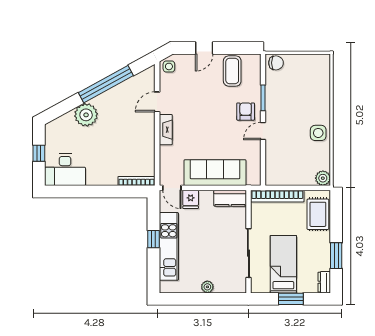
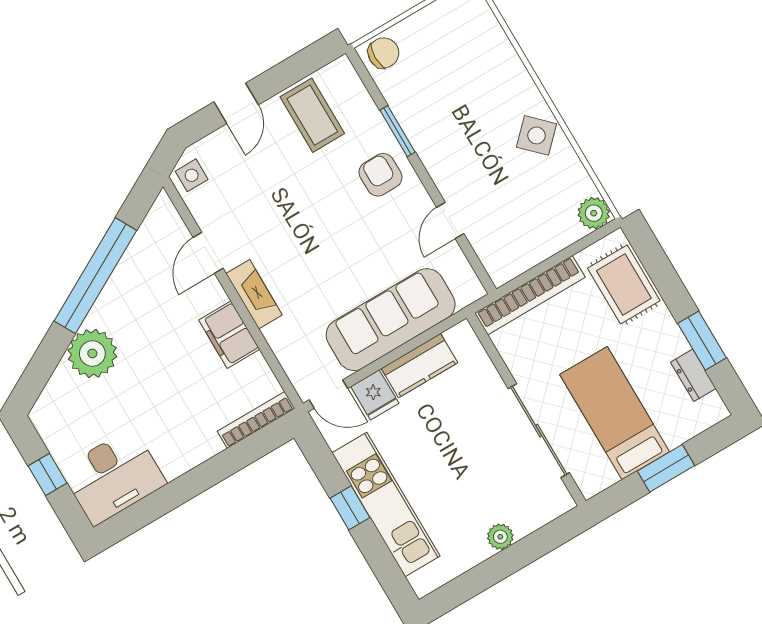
door: (263, 131) -> (450, 220), moved
side table: (318, 133) -> (537, 135), turned 45
filing cabinet: (146, 140) -> (229, 335), added
kitchen counter: (230, 198) -> (419, 366), moved
dresser: (324, 282) -> (693, 375), moved

